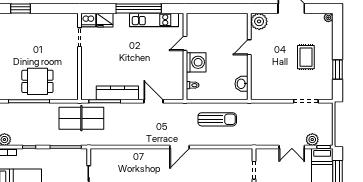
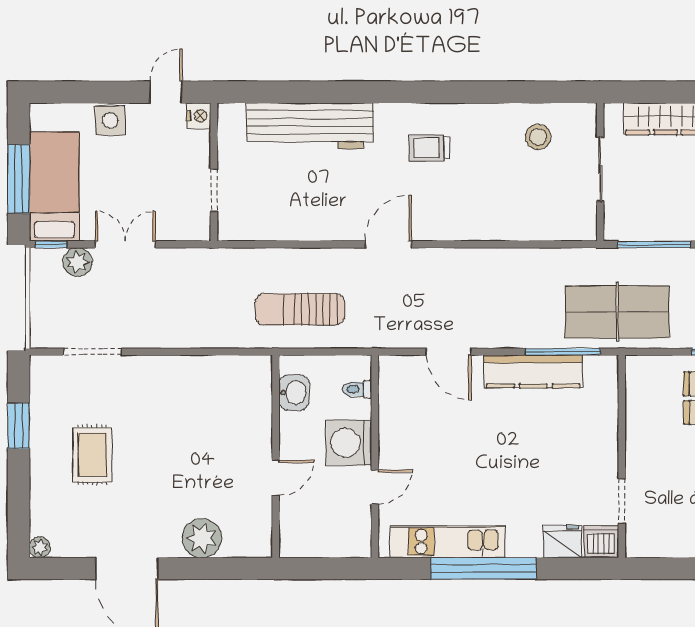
door: (249, 47) -> (276, 478), moved
wall: (249, 56) -> (276, 456), moved
washbasin: (242, 84) -> (294, 393), moved

